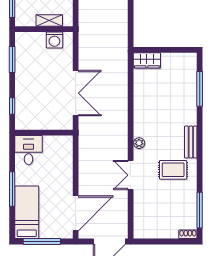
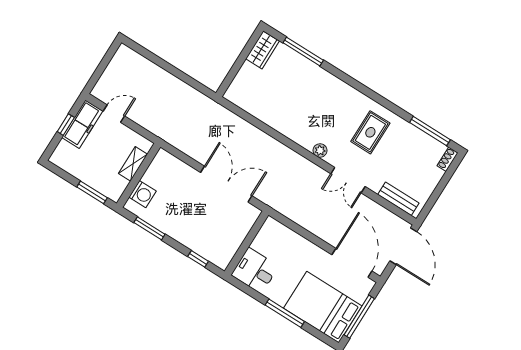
washing machine: (54, 40) -> (142, 194), moved
wardrobe: (147, 60) -> (263, 50), moved
bench: (191, 142) -> (398, 199), moved
bed: (27, 212) -> (323, 307), width x1.50

